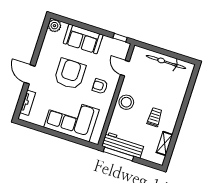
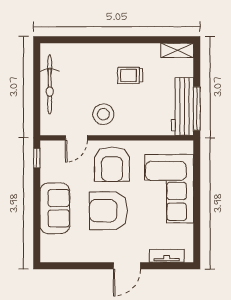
plant: (54, 26) -> (49, 253), removed
armchair: (100, 86) -> (112, 164), width x1.88, depth x1.88
stool: (126, 102) -> (103, 114), moved
shelving: (164, 144) -> (177, 50), moved

